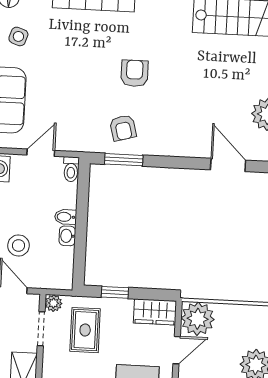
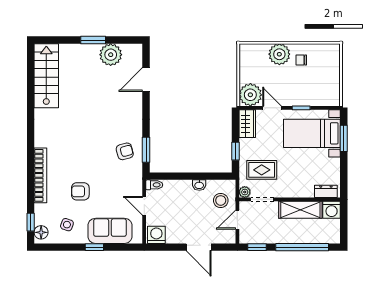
armchair: (135, 73) -> (80, 191), moved
bidet: (65, 217) -> (186, 187), removed
stool: (18, 245) -> (221, 200), moved

